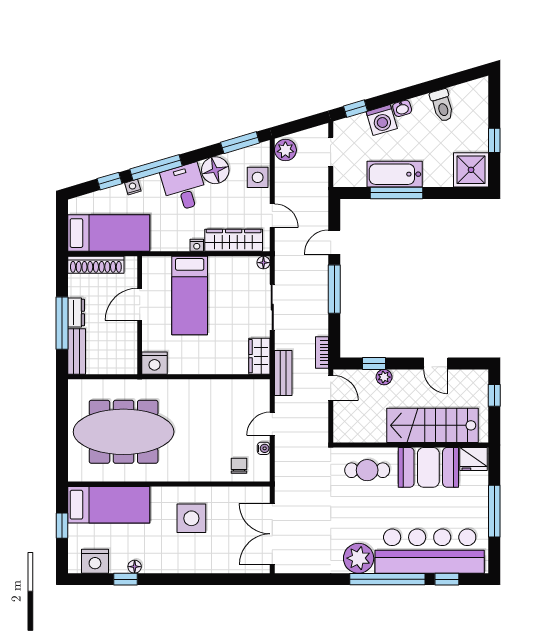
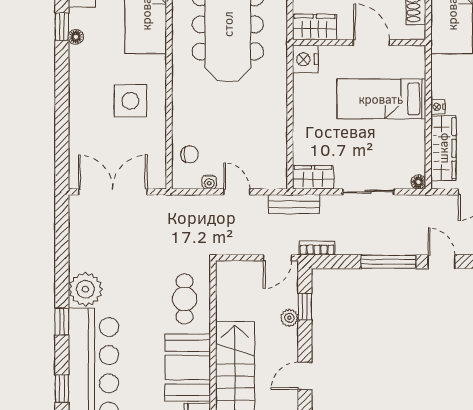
wardrobe: (126, 355) -> (315, 27), added
window: (387, 579) -> (62, 322), width x0.32

